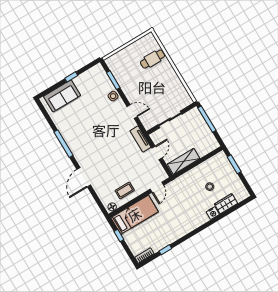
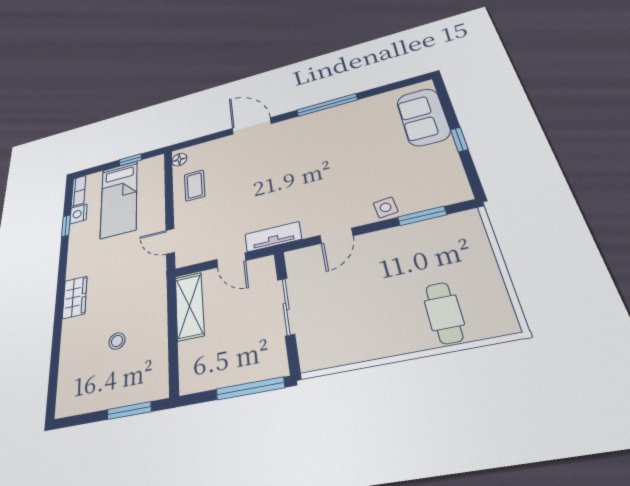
wardrobe: (226, 204) -> (75, 297), moved
nightstand: (213, 213) -> (78, 214), moved
bed: (135, 215) -> (119, 199), moved

